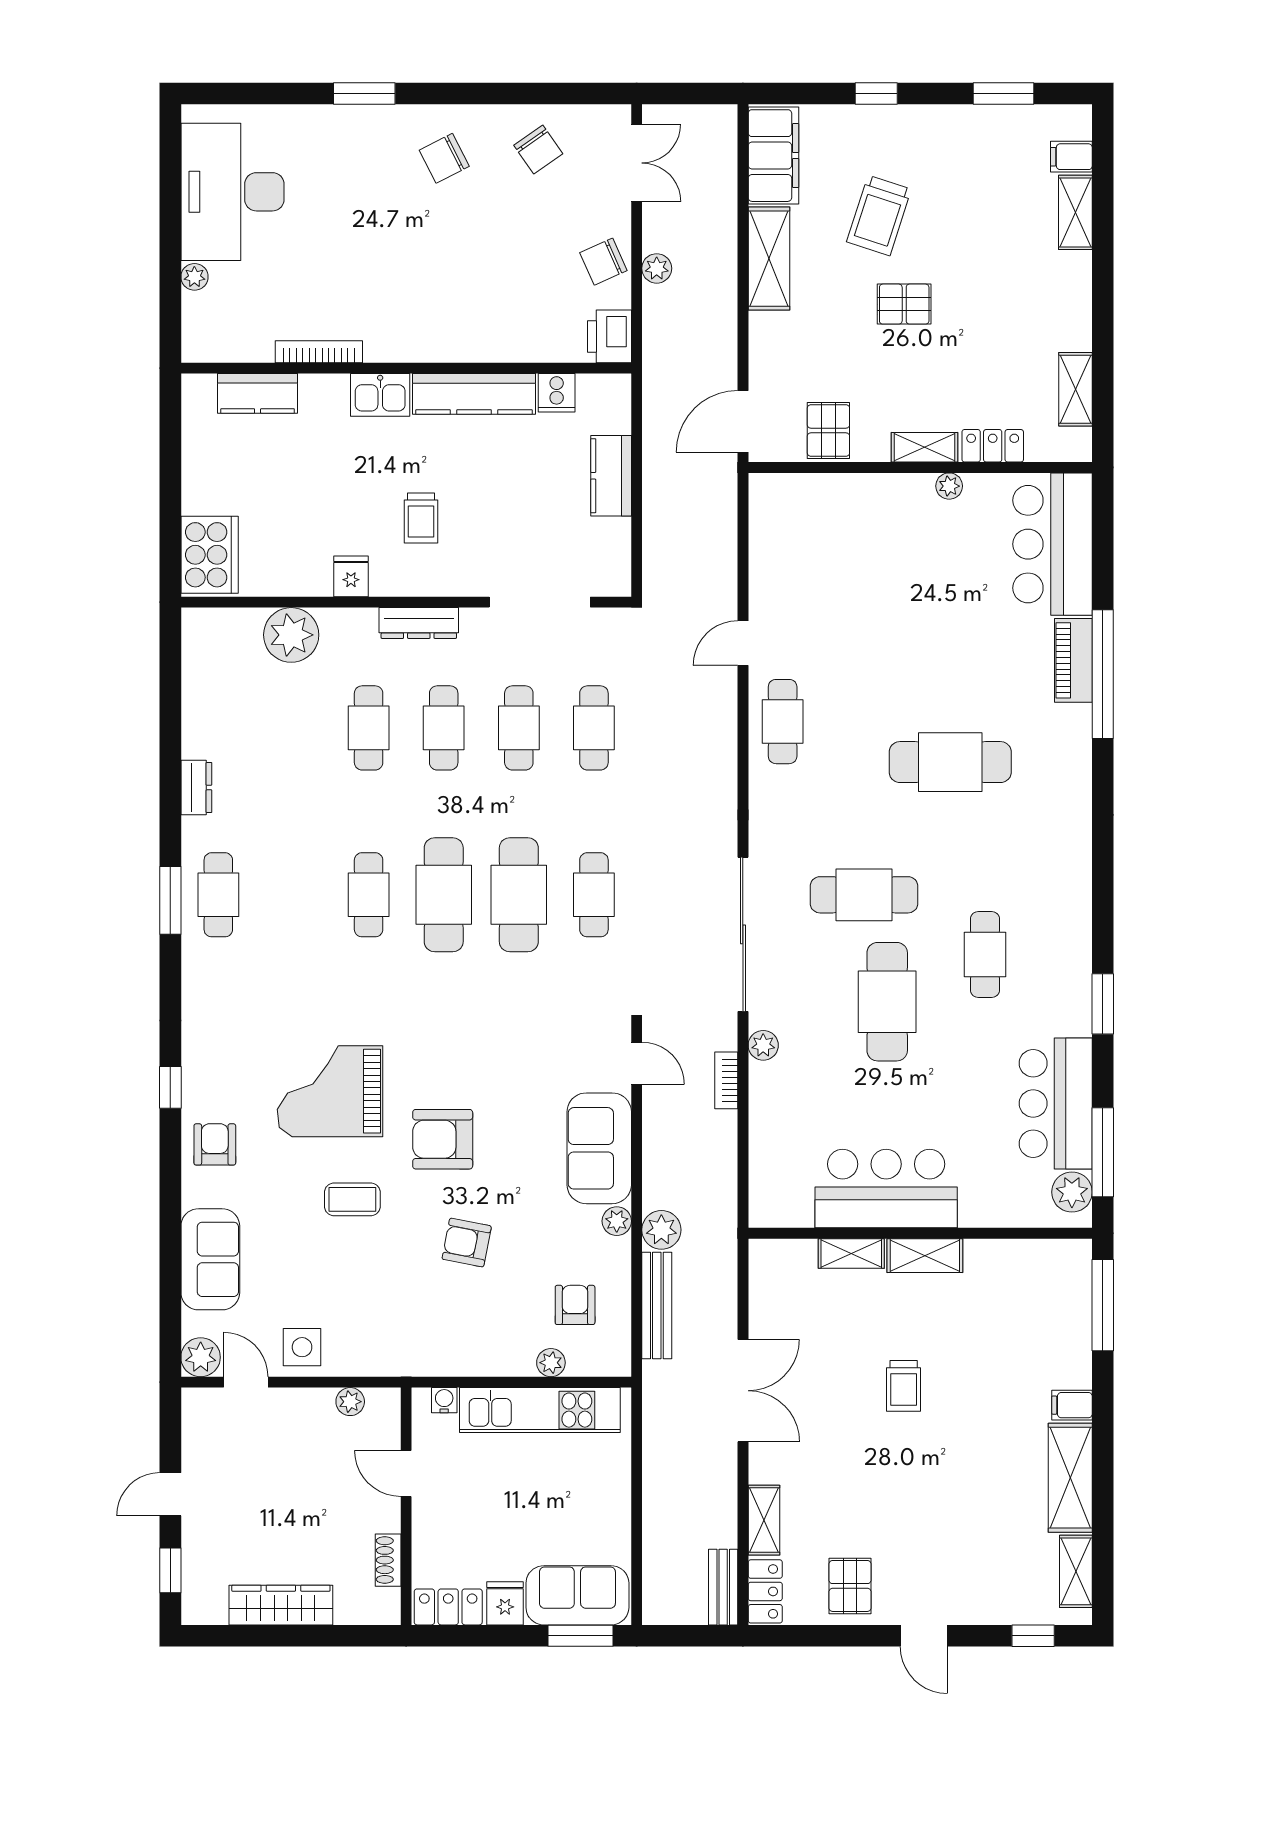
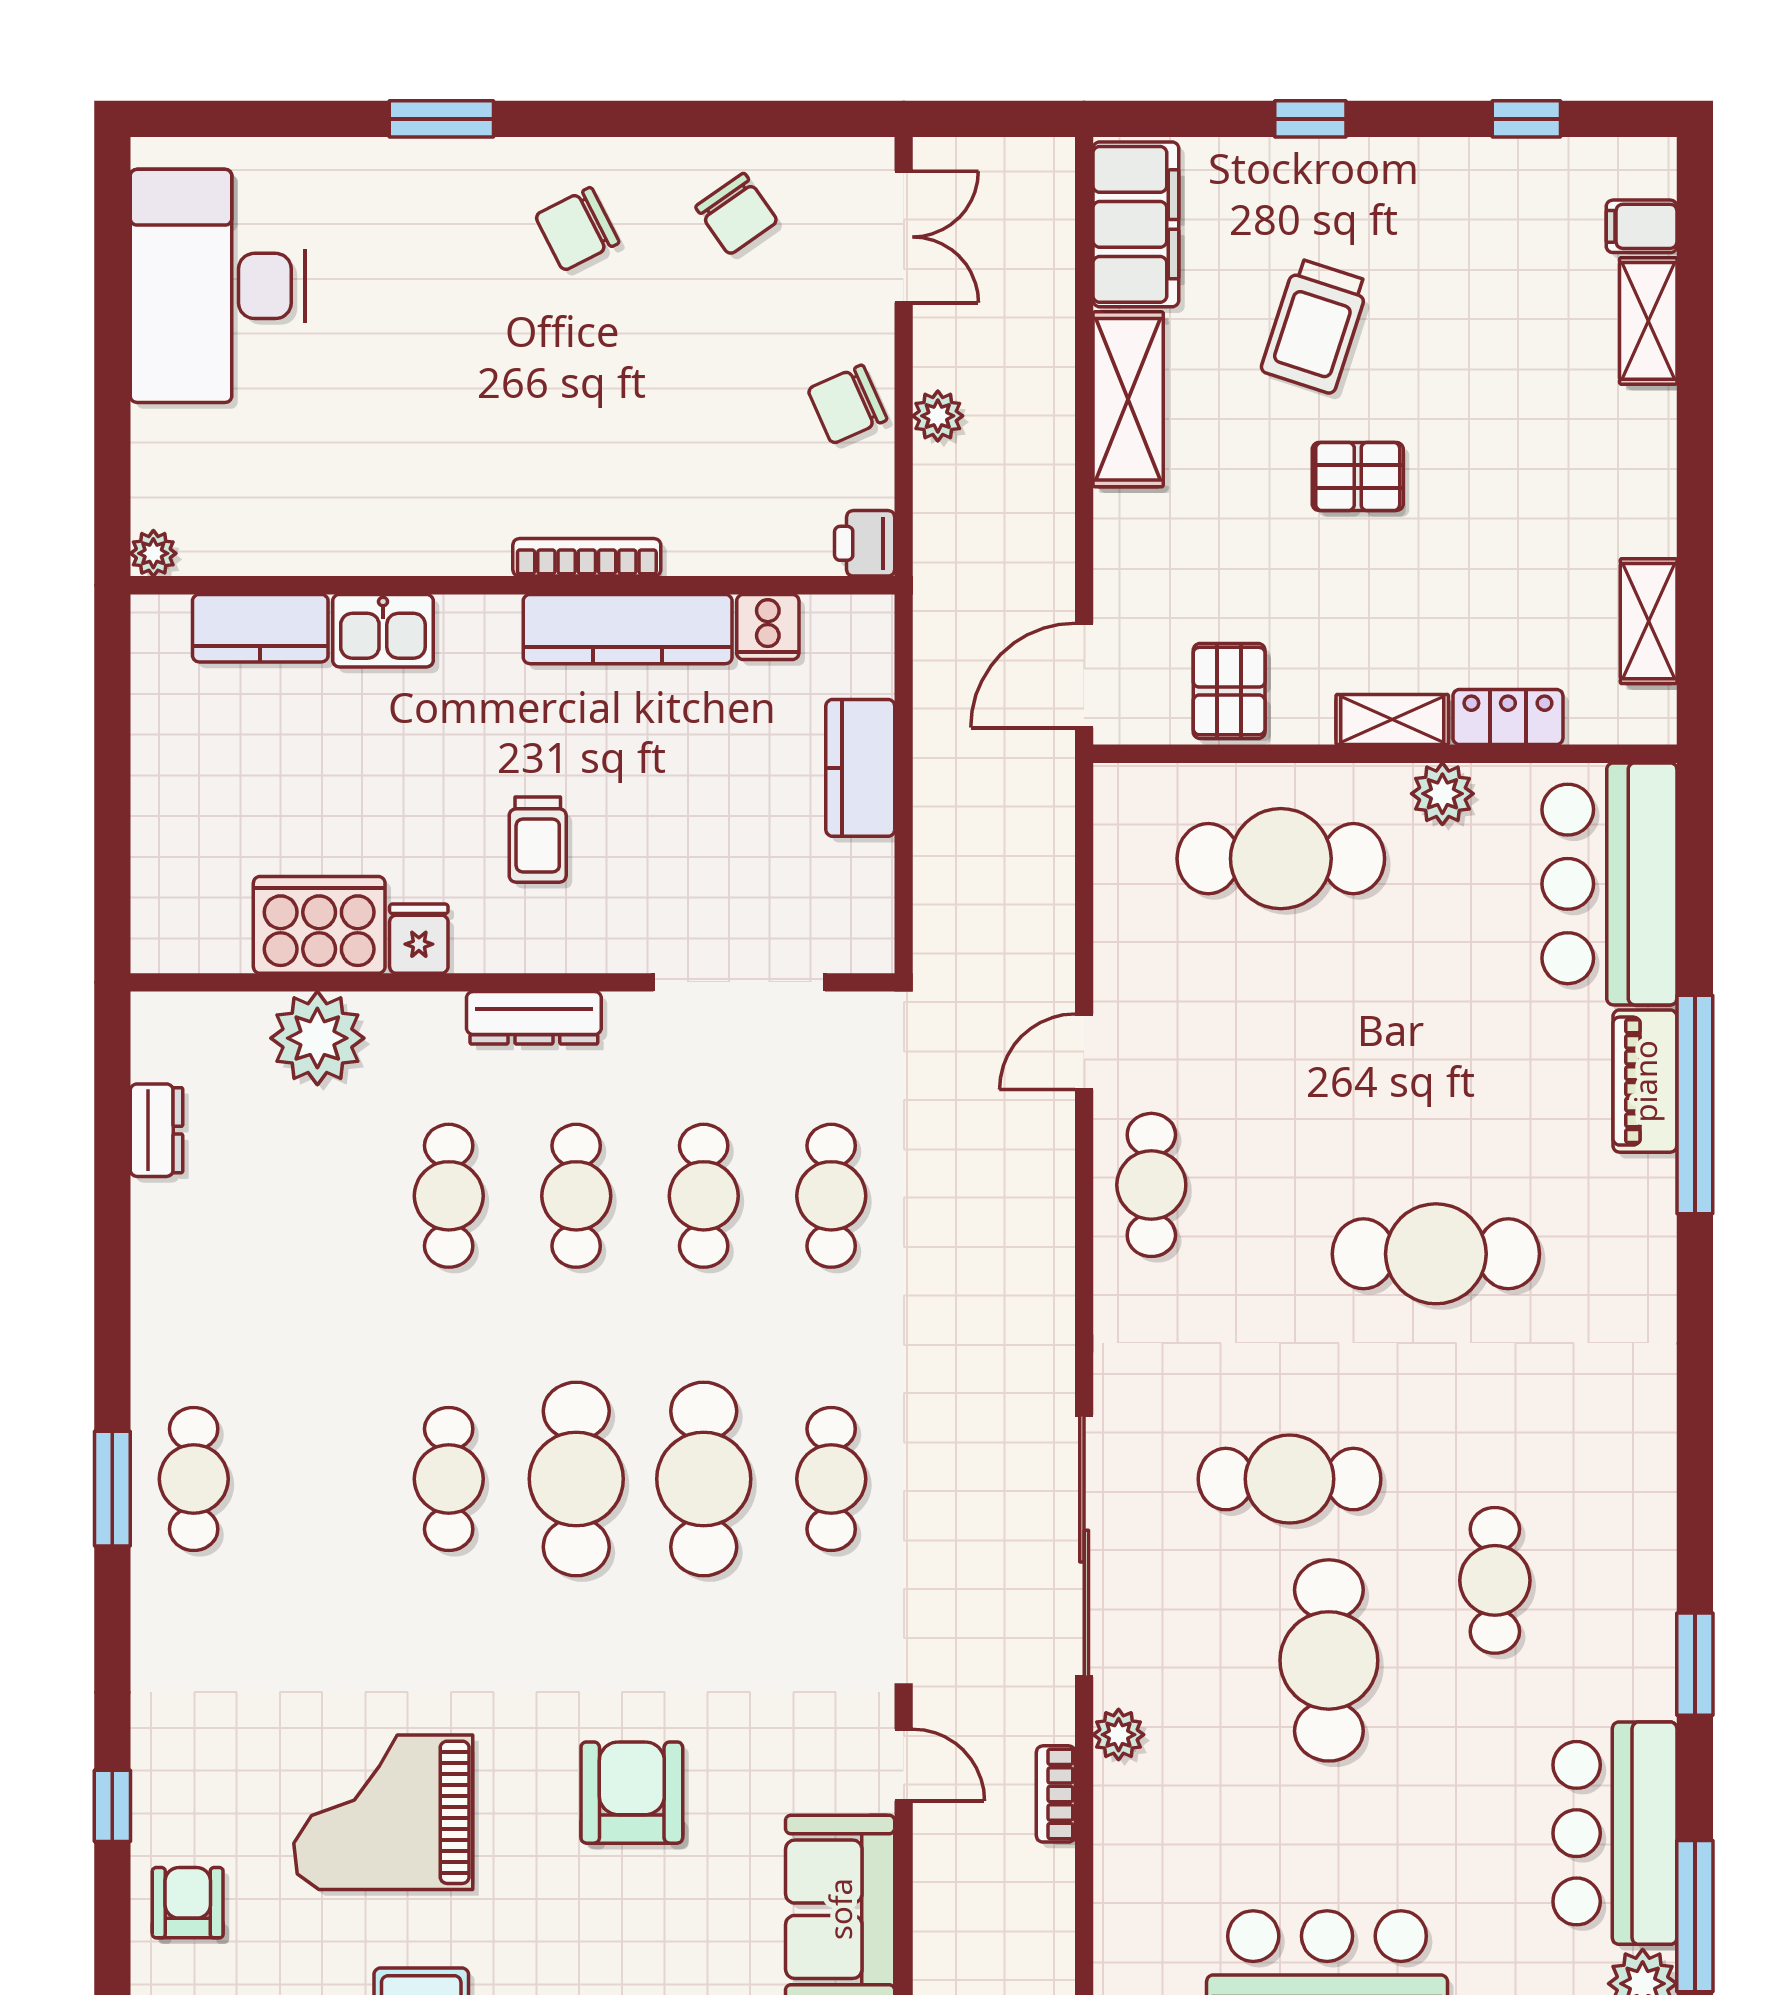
window: (1004, 93) -> (1526, 119), width x0.67
plant: (194, 277) -> (153, 553), moved
printer: (609, 336) -> (865, 543), width x0.73, depth x0.81
bookcase: (319, 352) -> (587, 557), moved
kitchen sink: (380, 395) -> (383, 631), moved
plant: (949, 486) -> (1442, 794), width x1.38, depth x1.38
cafe table: (859, 529) -> (1281, 859), added
cooker: (210, 555) -> (319, 925), moved, turned -90
dresser: (196, 788) -> (156, 1130), moved
armchair: (443, 1139) -> (632, 1793), moved, turned 90

